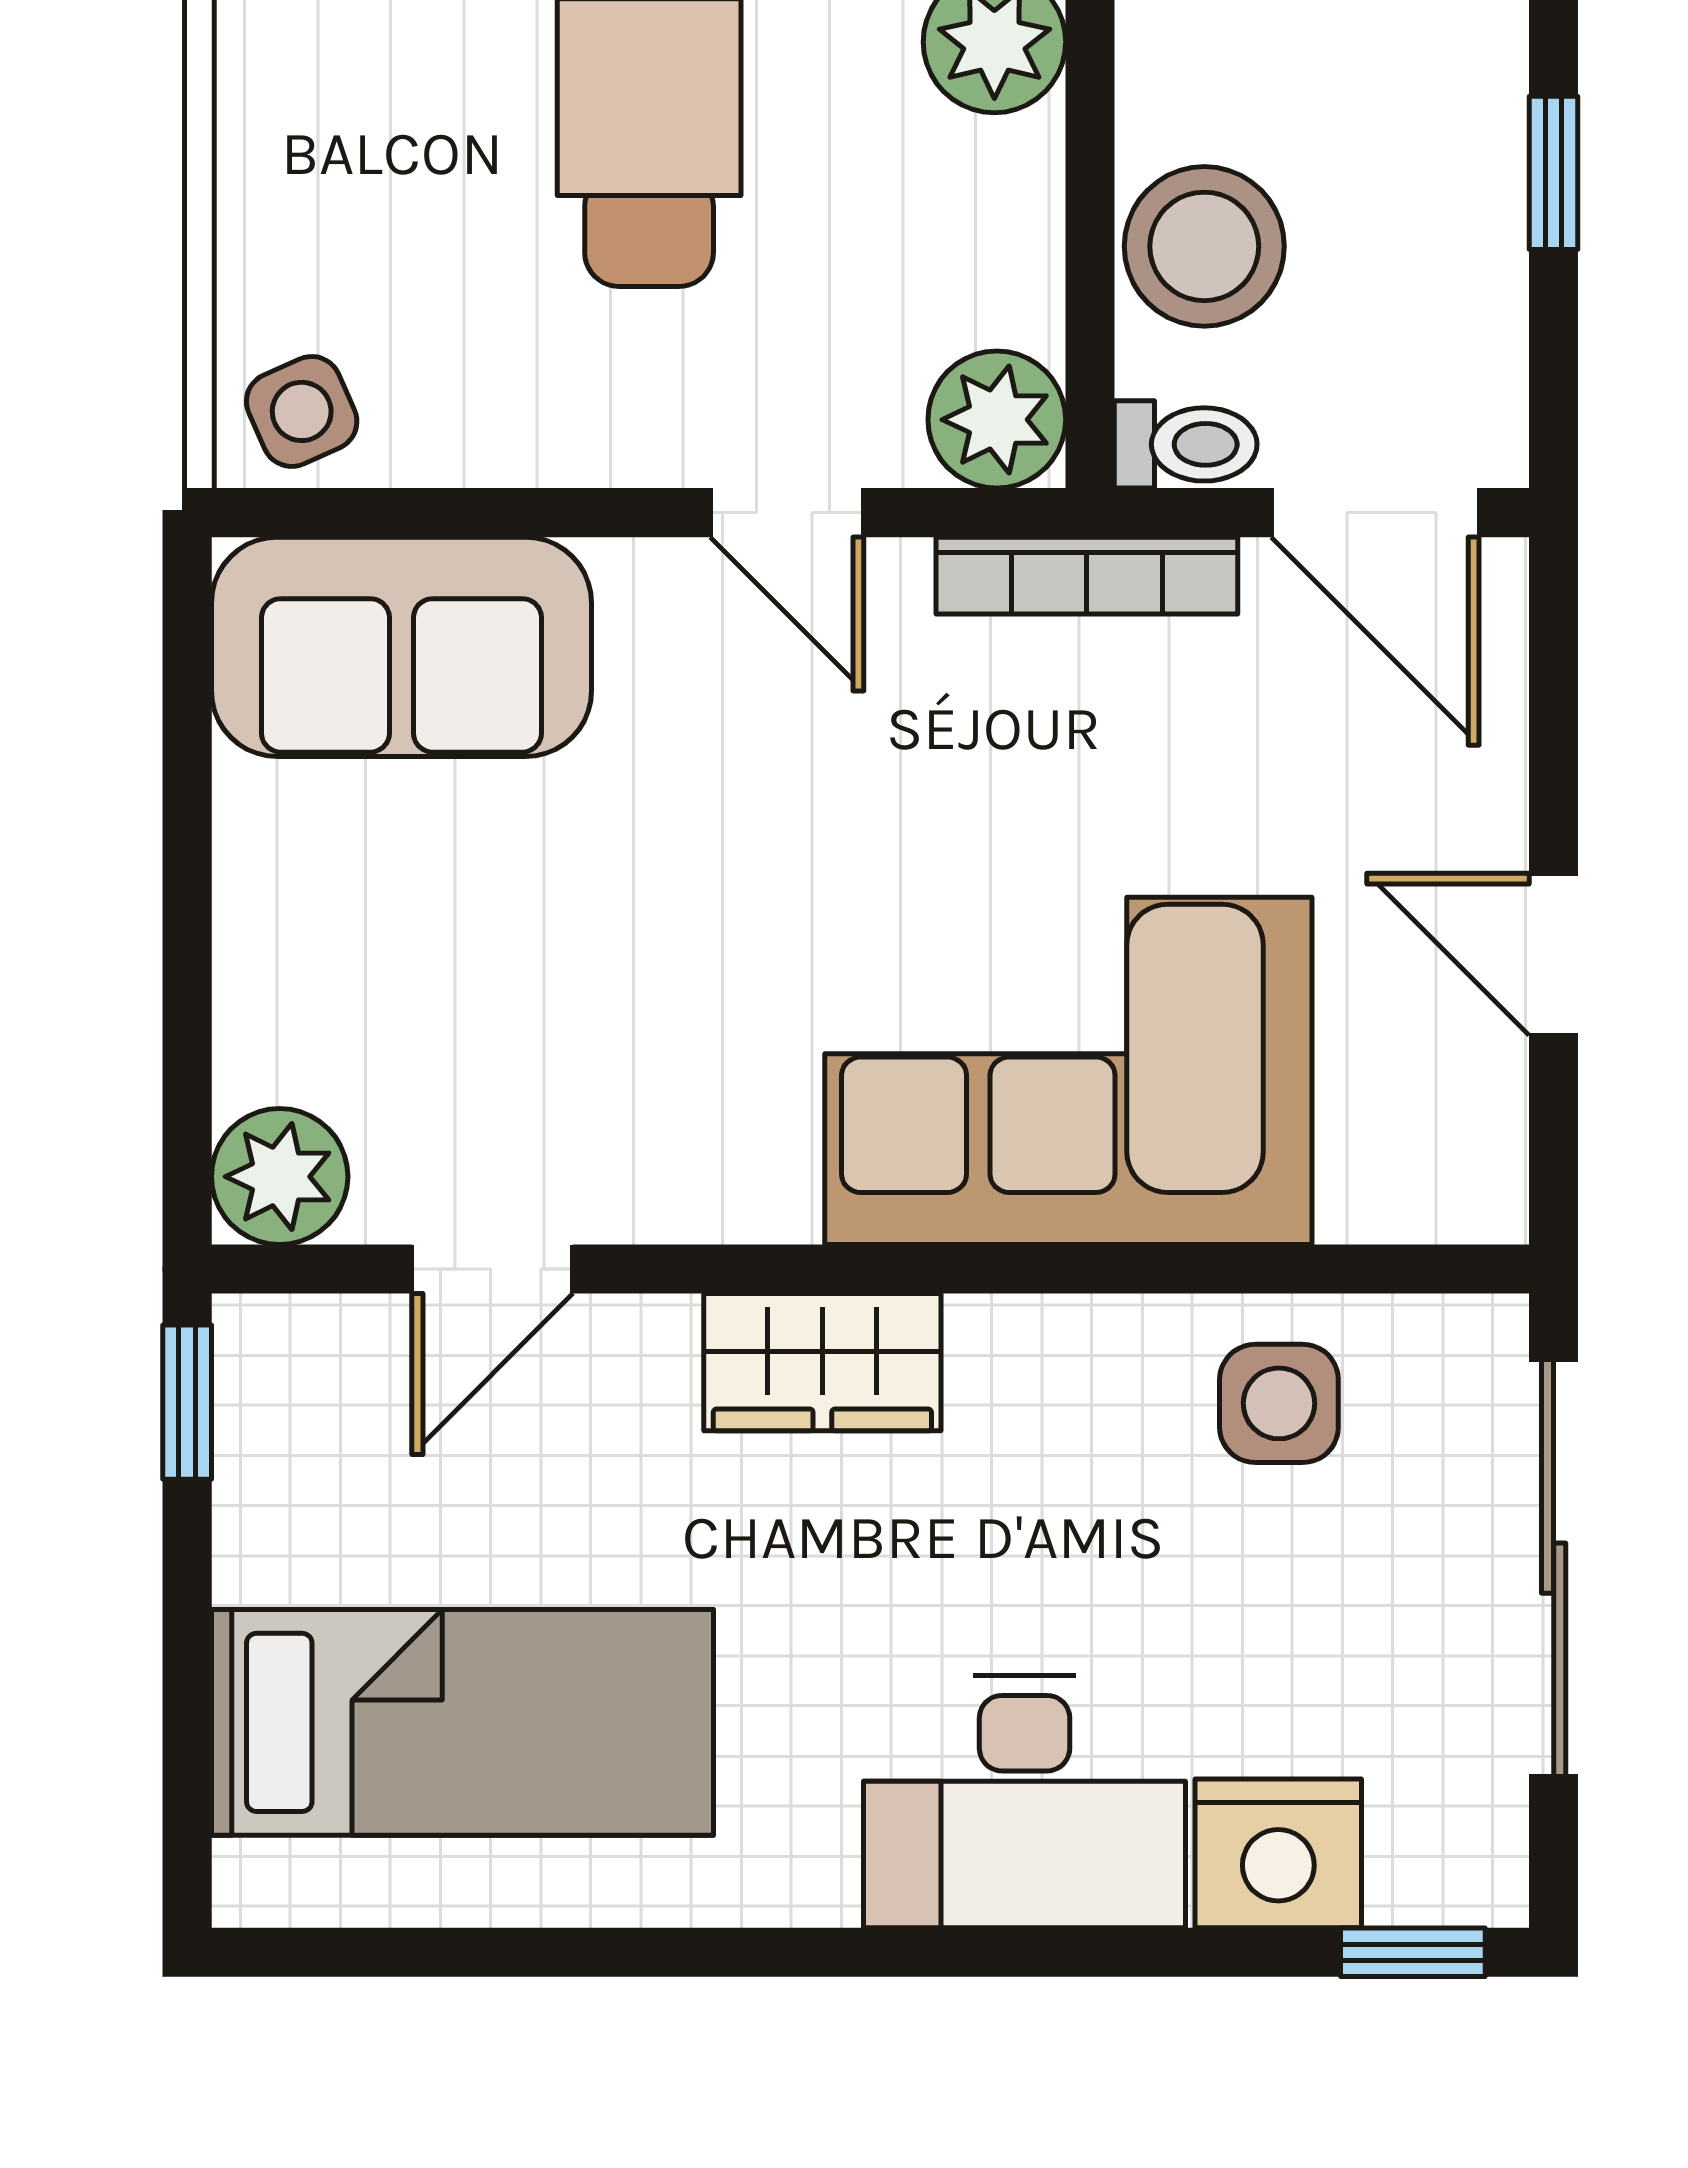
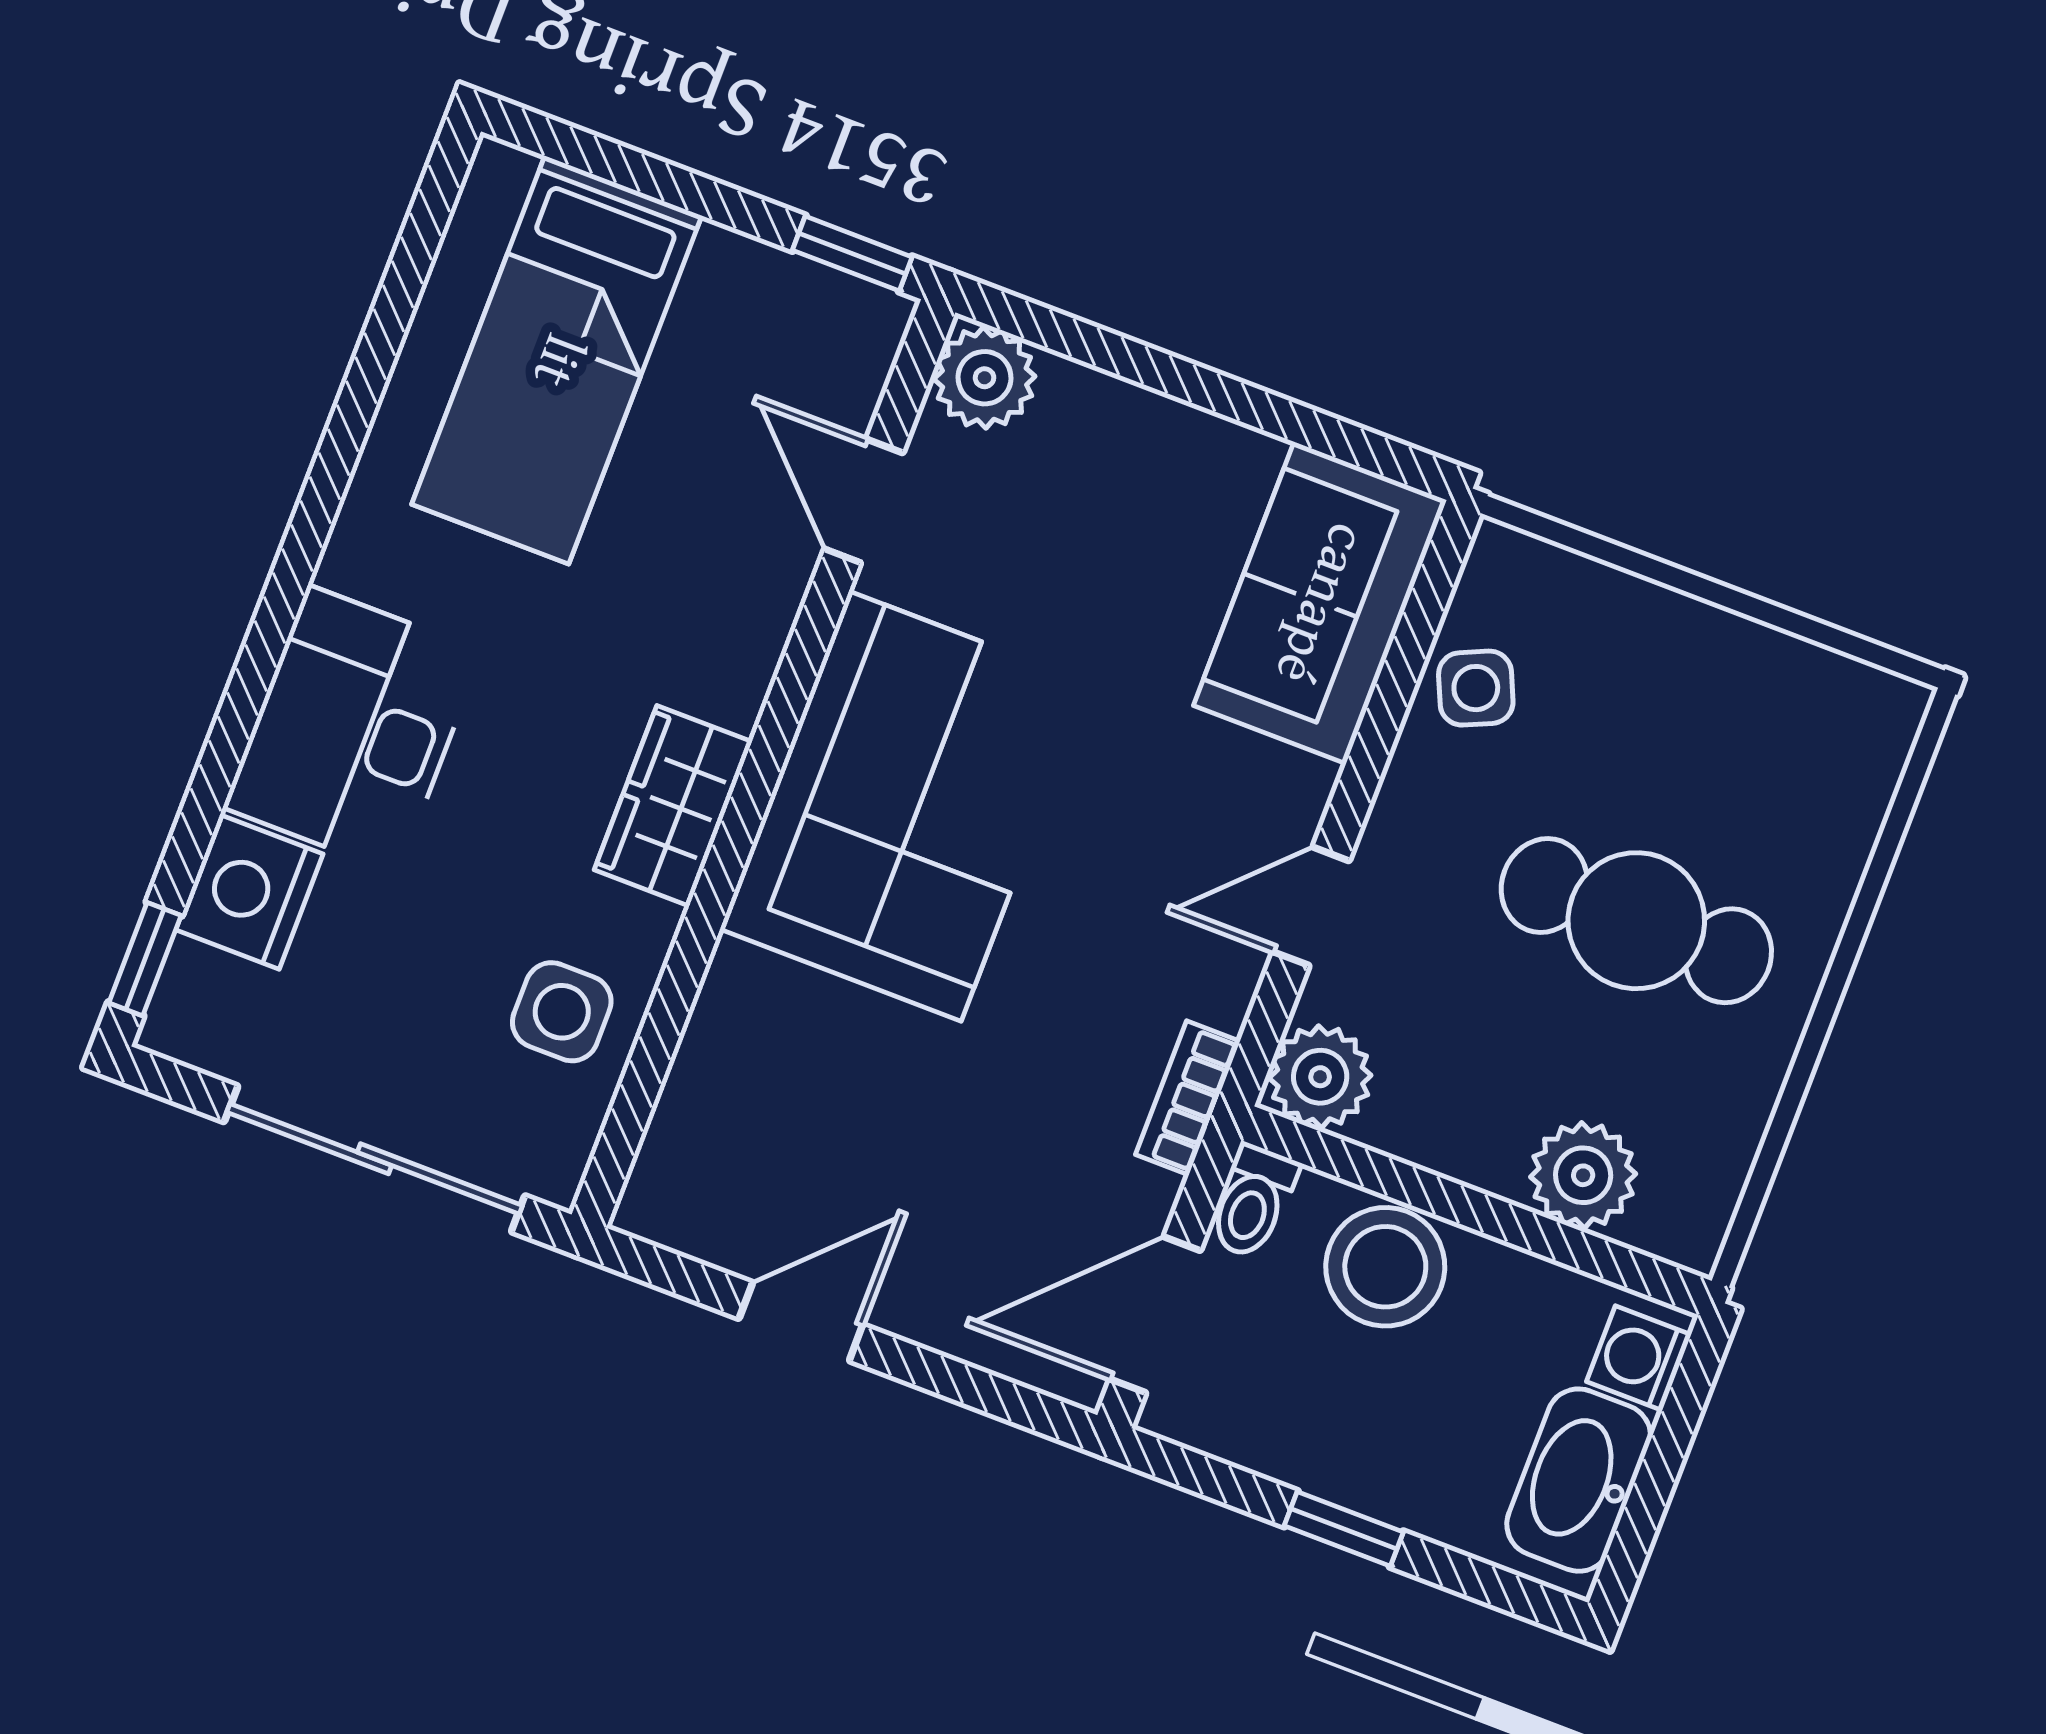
side table: (302, 411) -> (1476, 688), moved
bookcase: (1087, 576) -> (1188, 1098), width x0.64
corner sofa: (1068, 1071) -> (905, 806), moved
wardrobe: (822, 1362) -> (673, 806), moved

